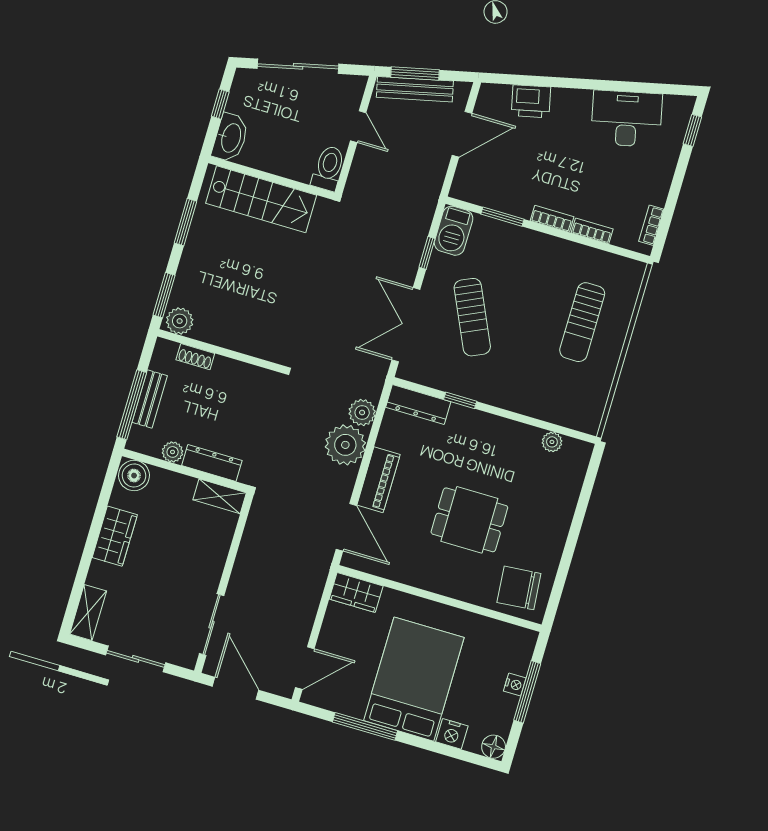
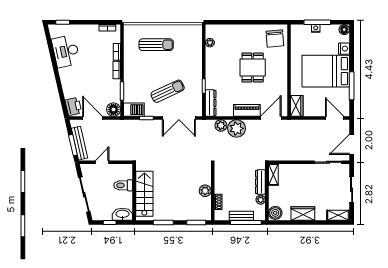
printer: (531, 101) -> (73, 106), moved
toilet: (328, 168) -> (123, 185), moved
floor lamp: (467, 186) -> (113, 110), added
plant: (180, 321) -> (205, 191), moved

